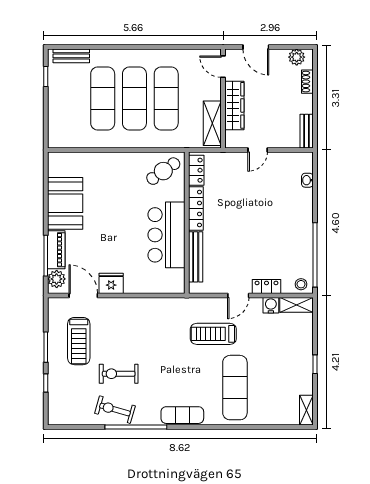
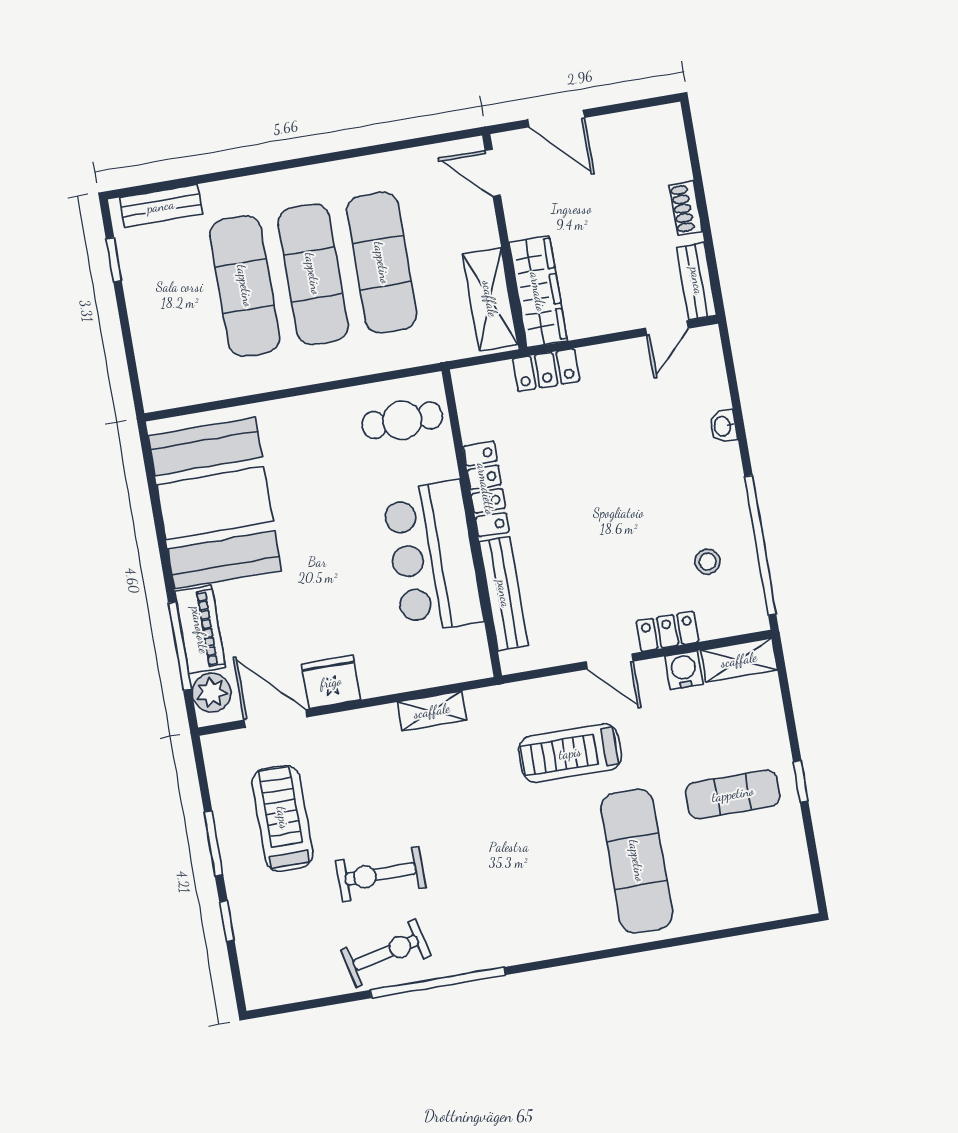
plant: (297, 57) -> (648, 125), removed
shoe rack: (307, 82) -> (686, 208), moved
wardrobe: (234, 105) -> (538, 292), moved
door: (258, 150) -> (667, 328), moved
locker: (196, 170) -> (546, 370), moved, turned 90
cafe table: (163, 171) -> (402, 420), turned 35
washbasin: (307, 180) -> (723, 426), moved
booth: (65, 203) -> (215, 503), width x1.36, depth x1.42
stool: (301, 284) -> (708, 562), moved
door: (238, 296) -> (610, 661), hinge flipped
treadmill: (79, 341) -> (283, 818), turned 180
exercise bike: (115, 410) -> (386, 953), turned 151
shelving: (306, 410) -> (432, 711), moved, turned 90
exercise mat: (182, 415) -> (733, 794), moved

